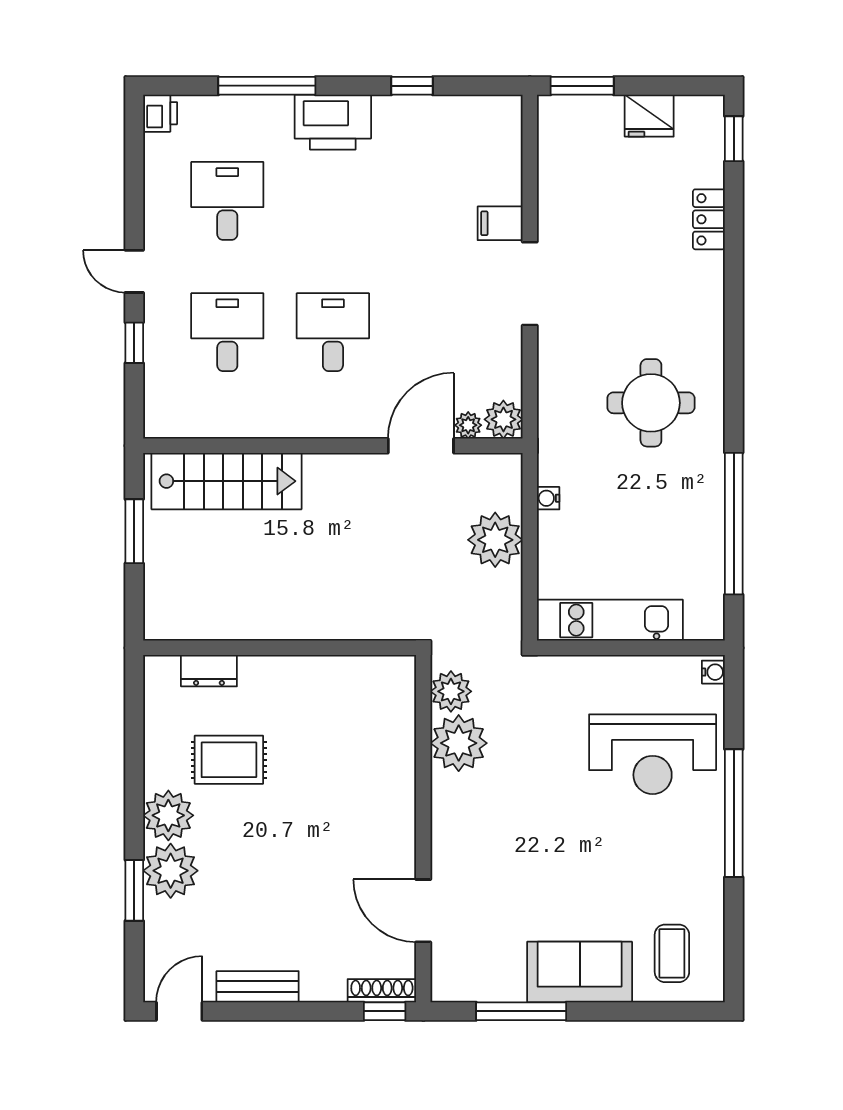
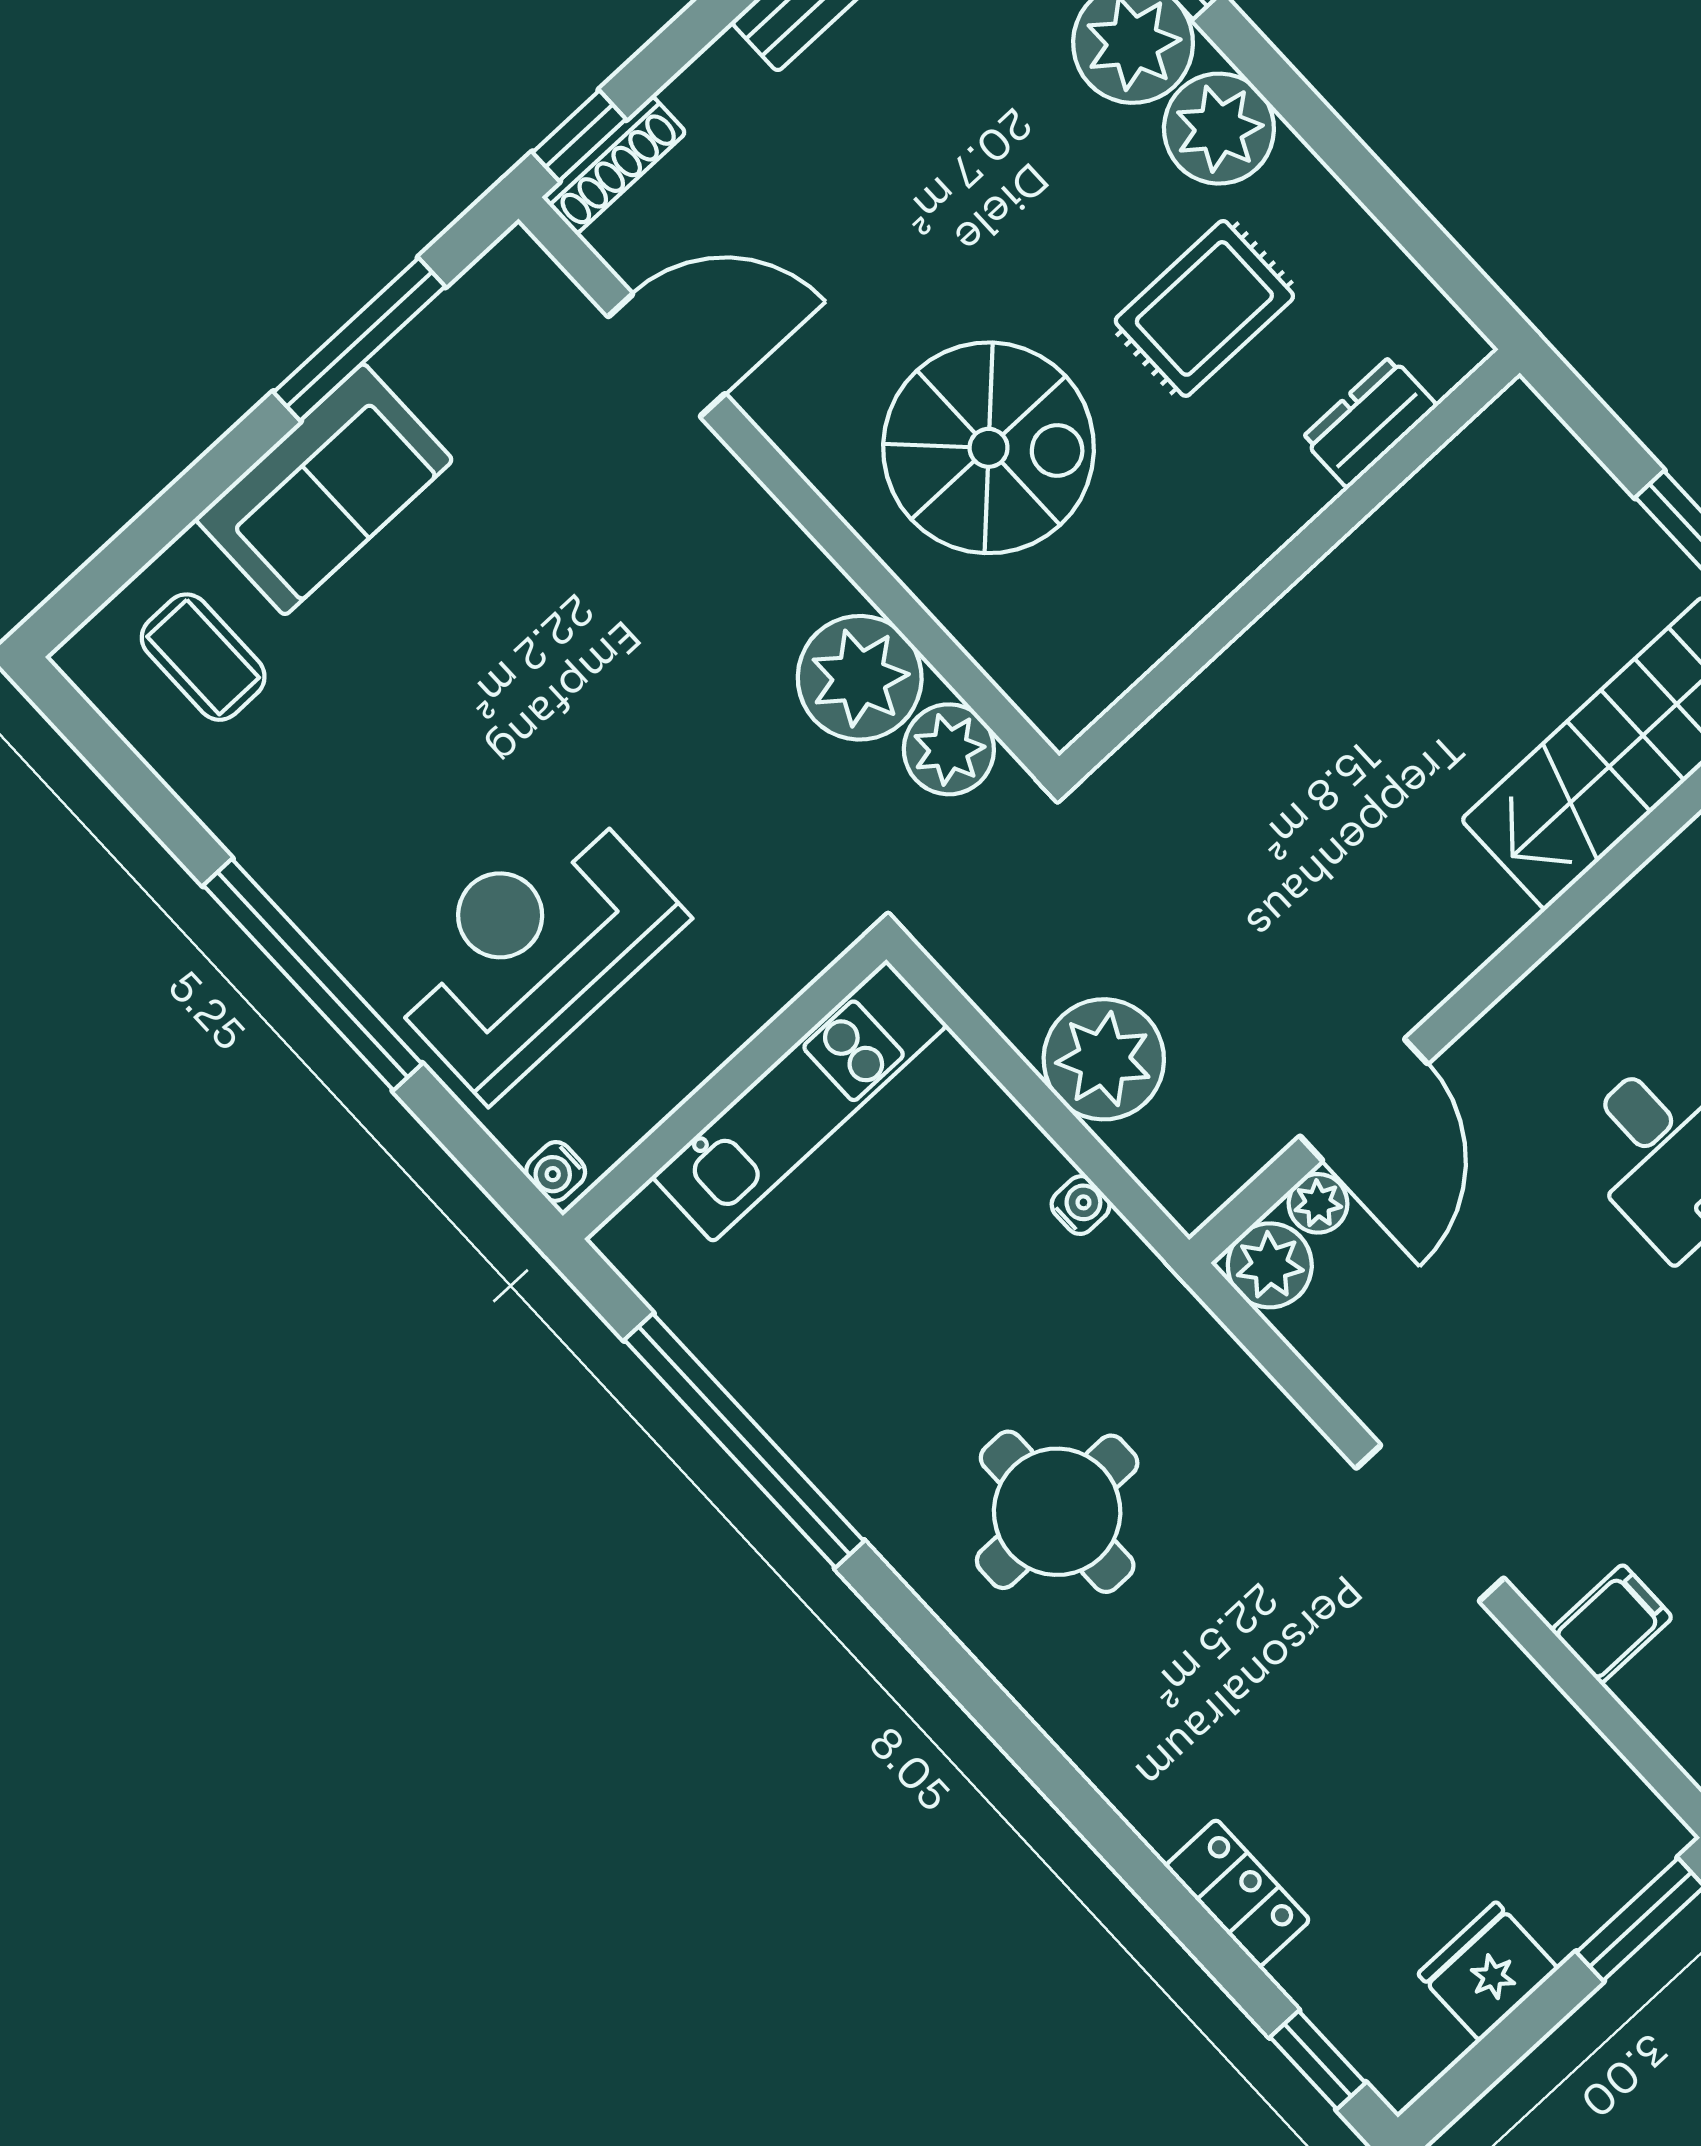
filing cabinet: (500, 223) -> (1612, 1624), moved
spiral stairs: (344, 780) -> (989, 448), added

